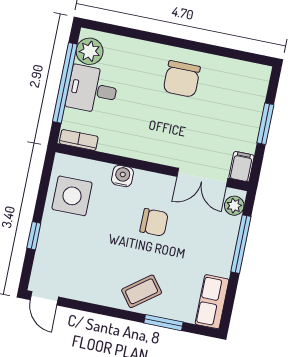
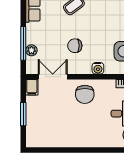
chair: (182, 79) -> (85, 94), moved, turned 180
plant: (234, 206) -> (31, 50), moved

